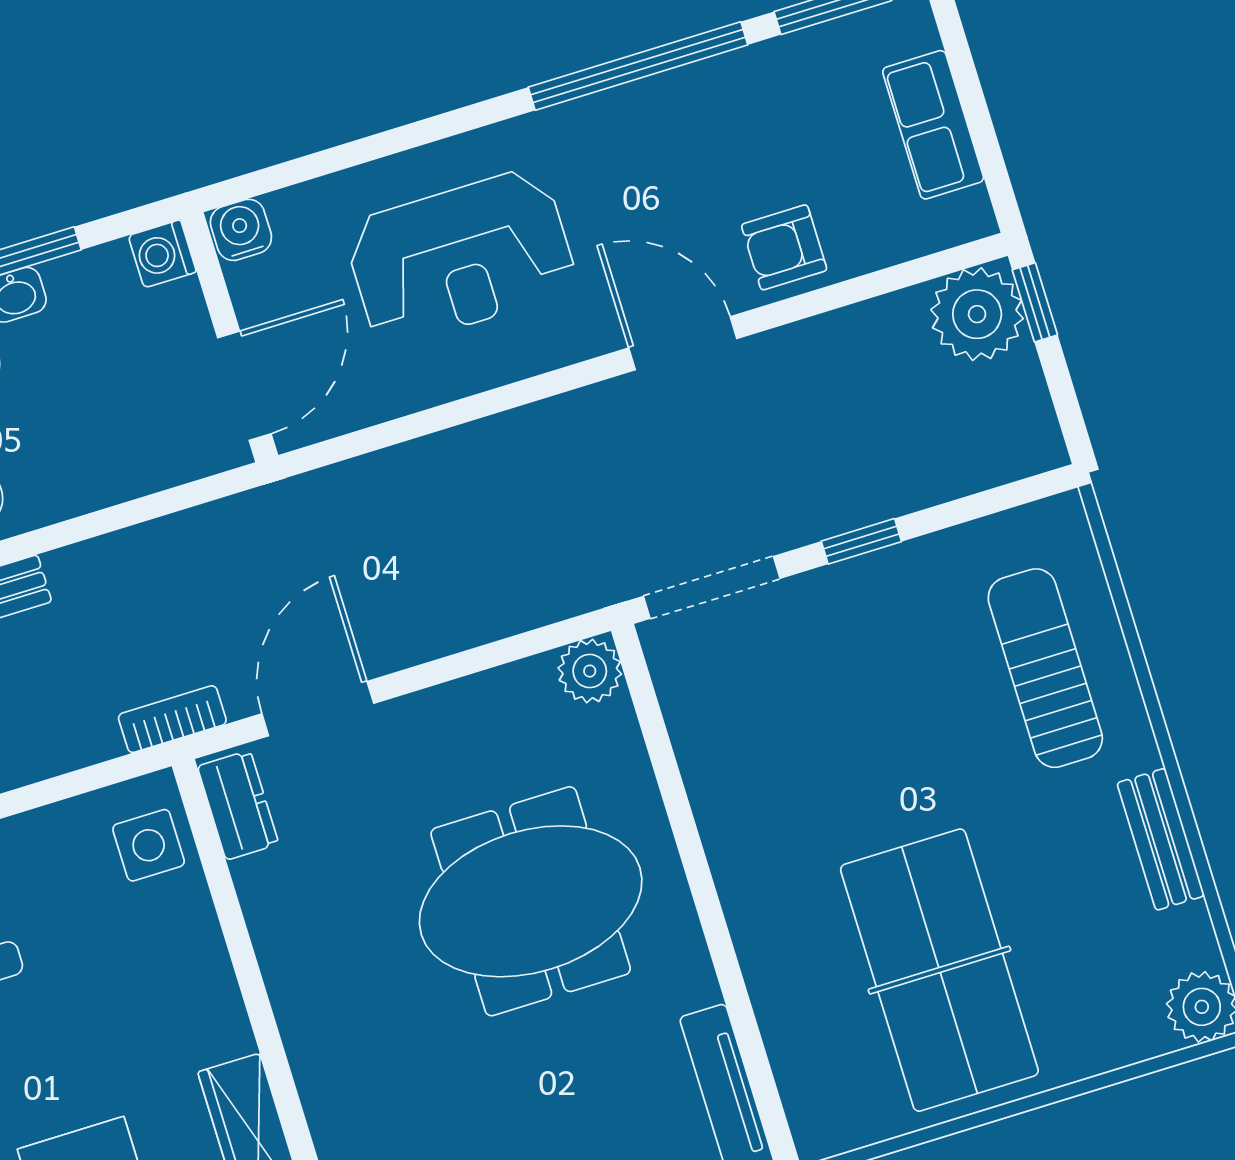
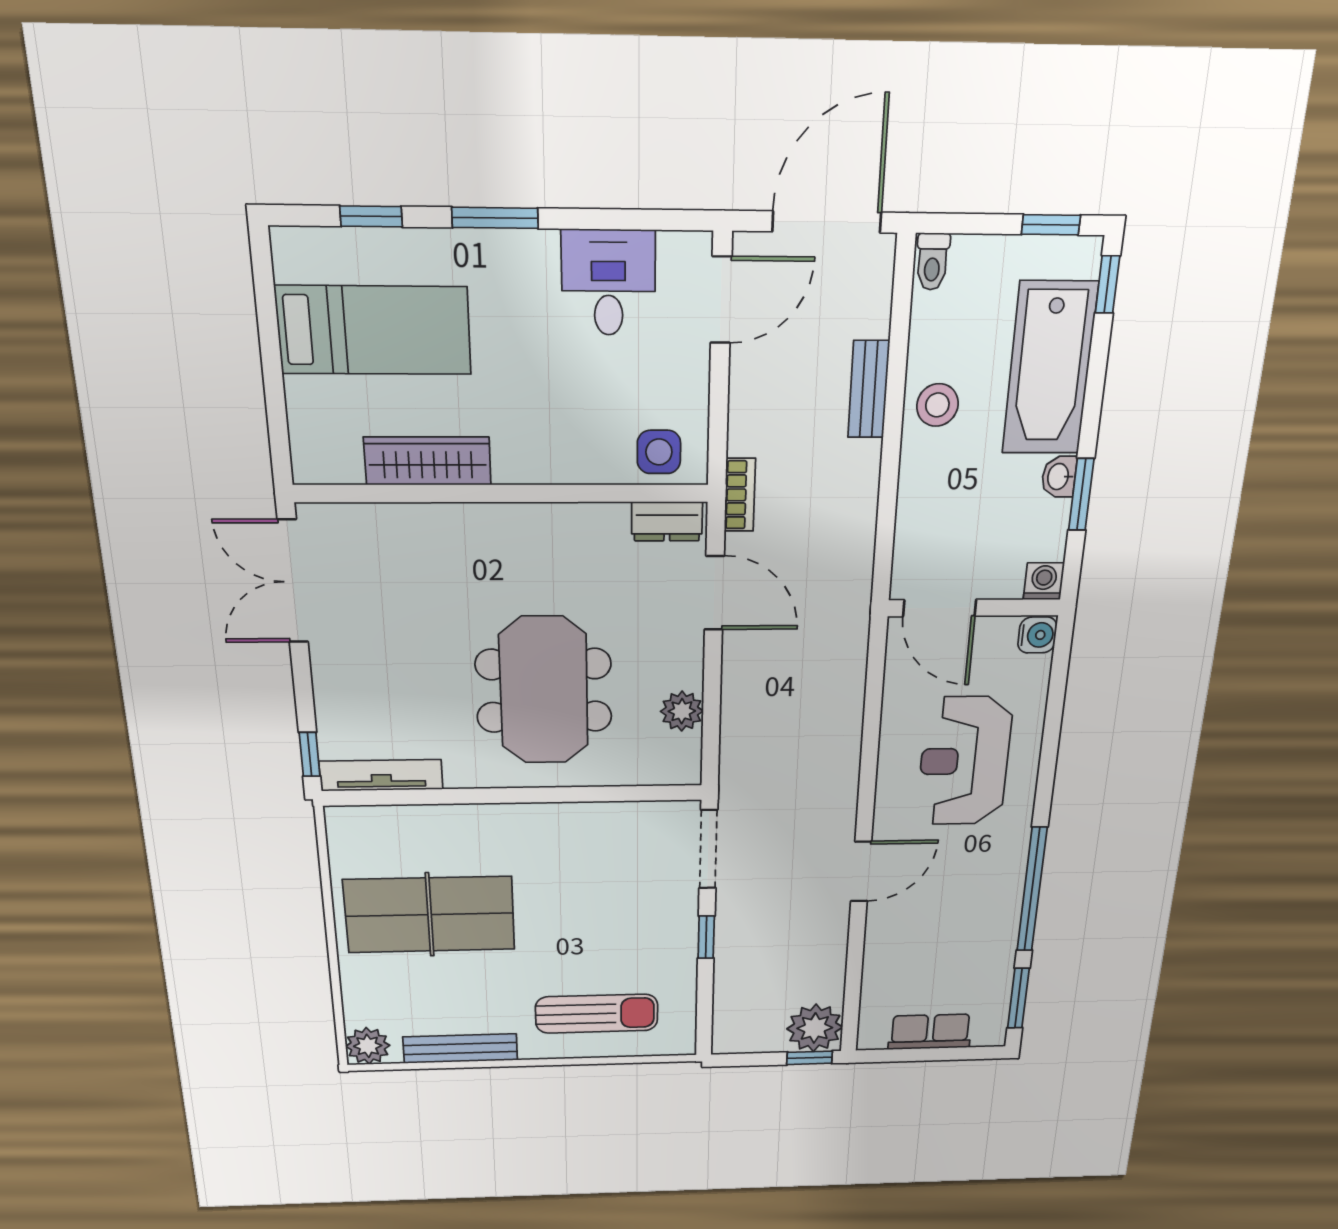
armchair: (784, 247) -> (894, 940), removed
plant: (590, 671) -> (682, 711), moved
bench: (1161, 839) -> (460, 1048), width x1.36

